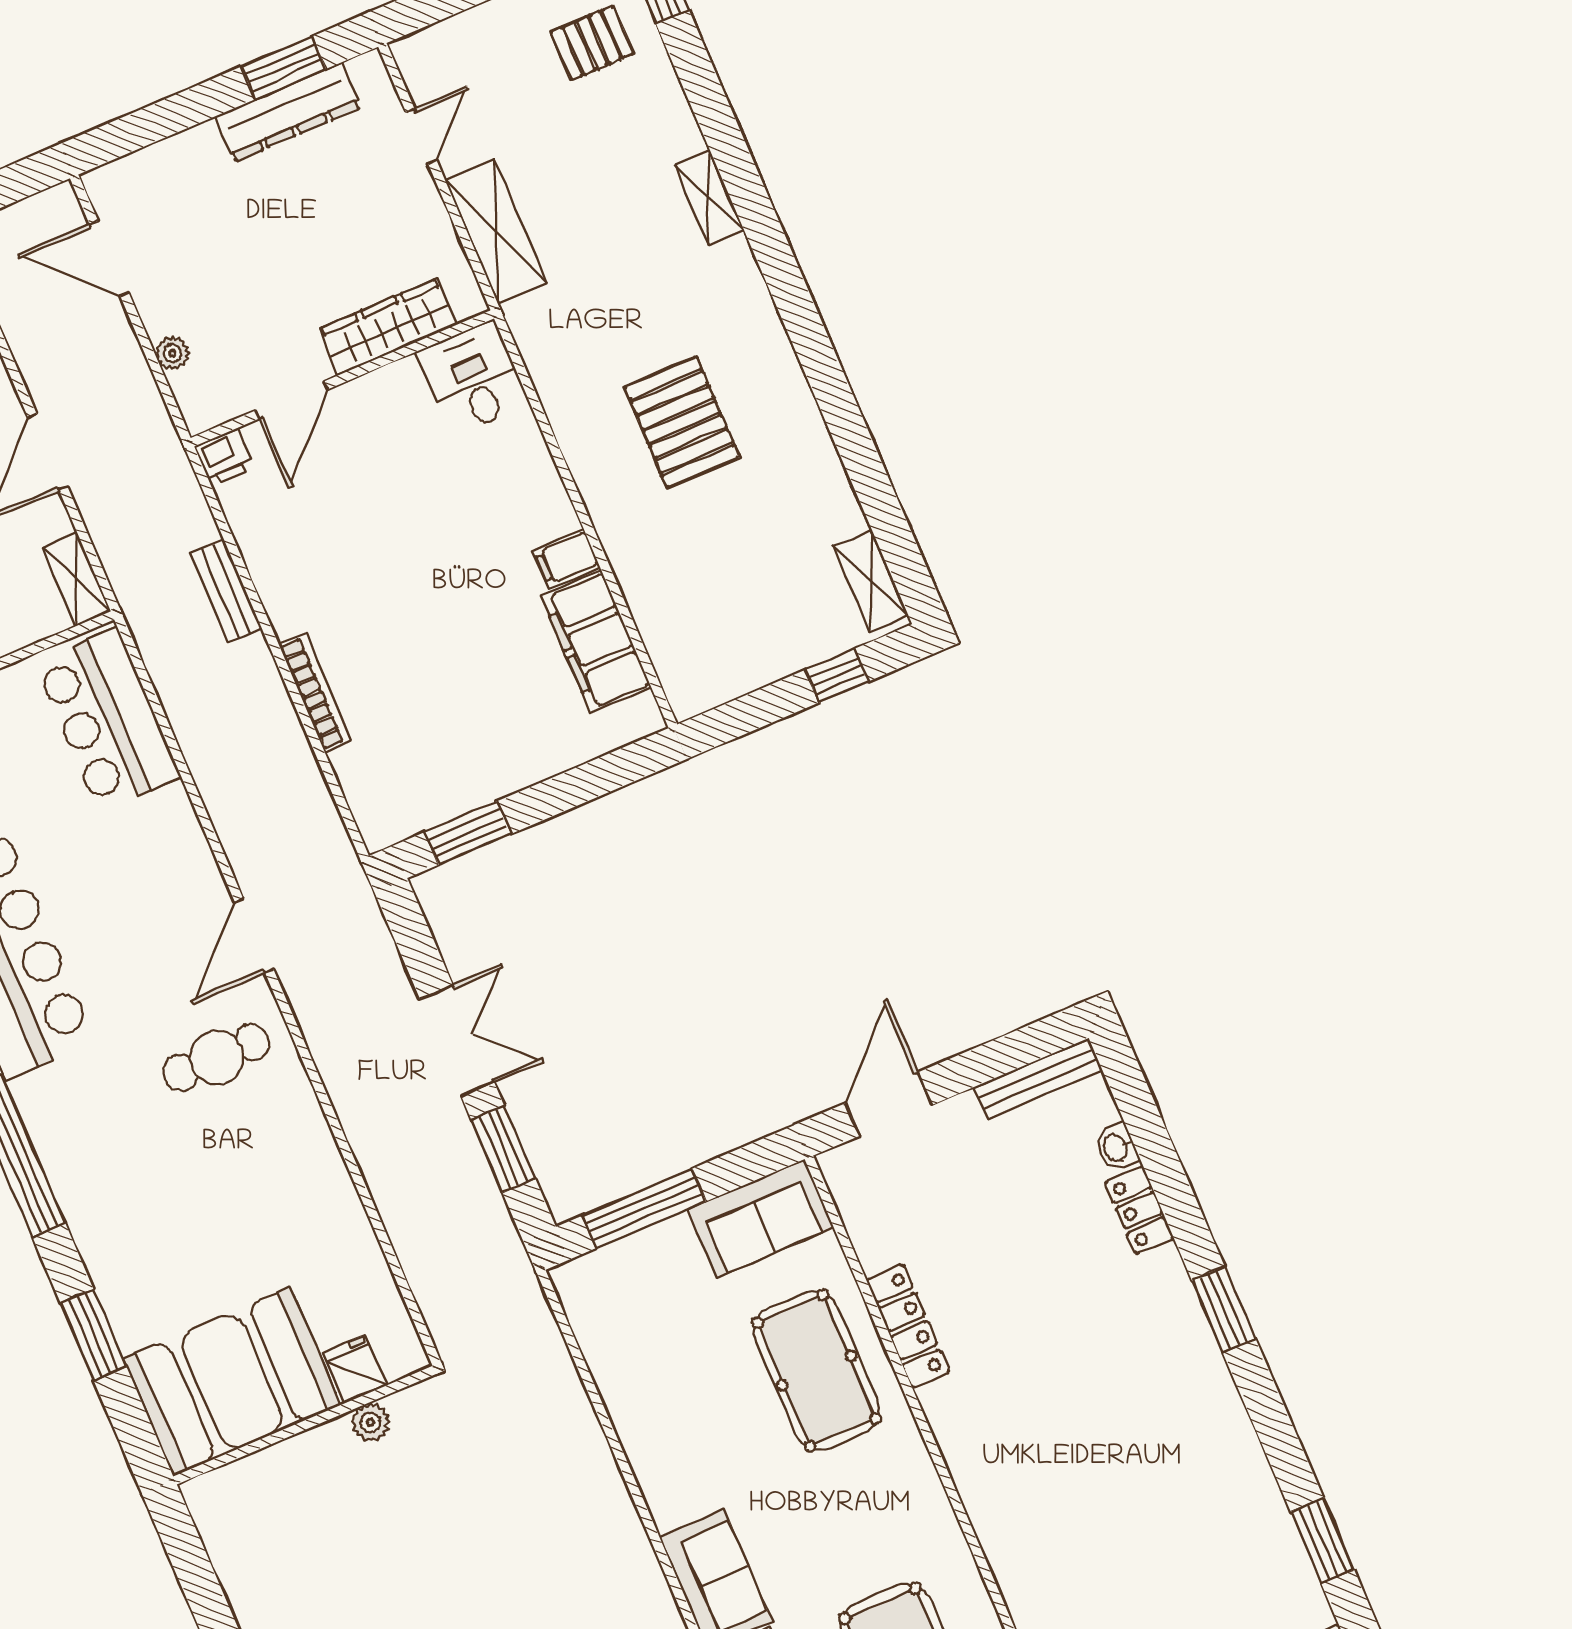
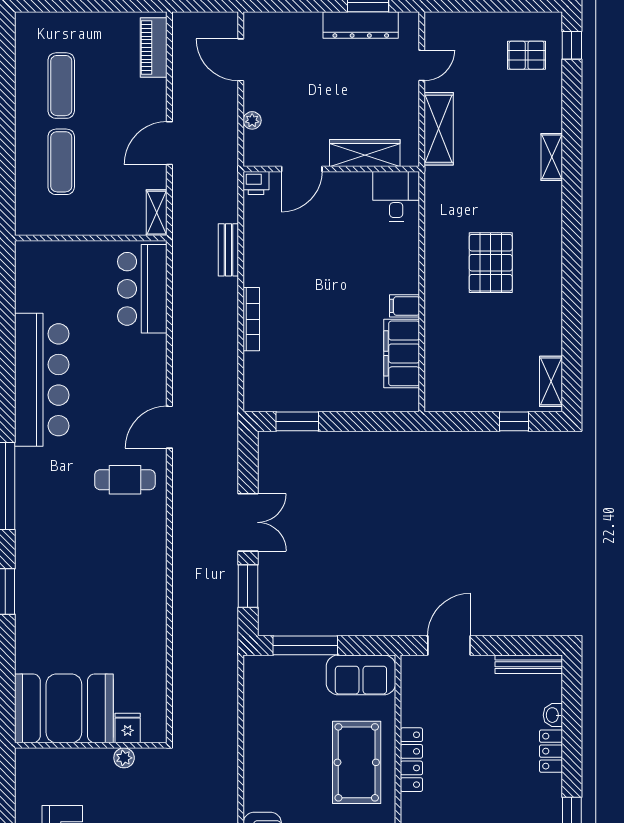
fridge: (355, 1369) -> (128, 728), moved
booth: (232, 1382) -> (64, 708), moved
plant: (370, 1422) -> (124, 758), moved
wall: (305, 1425) -> (91, 745), moved

